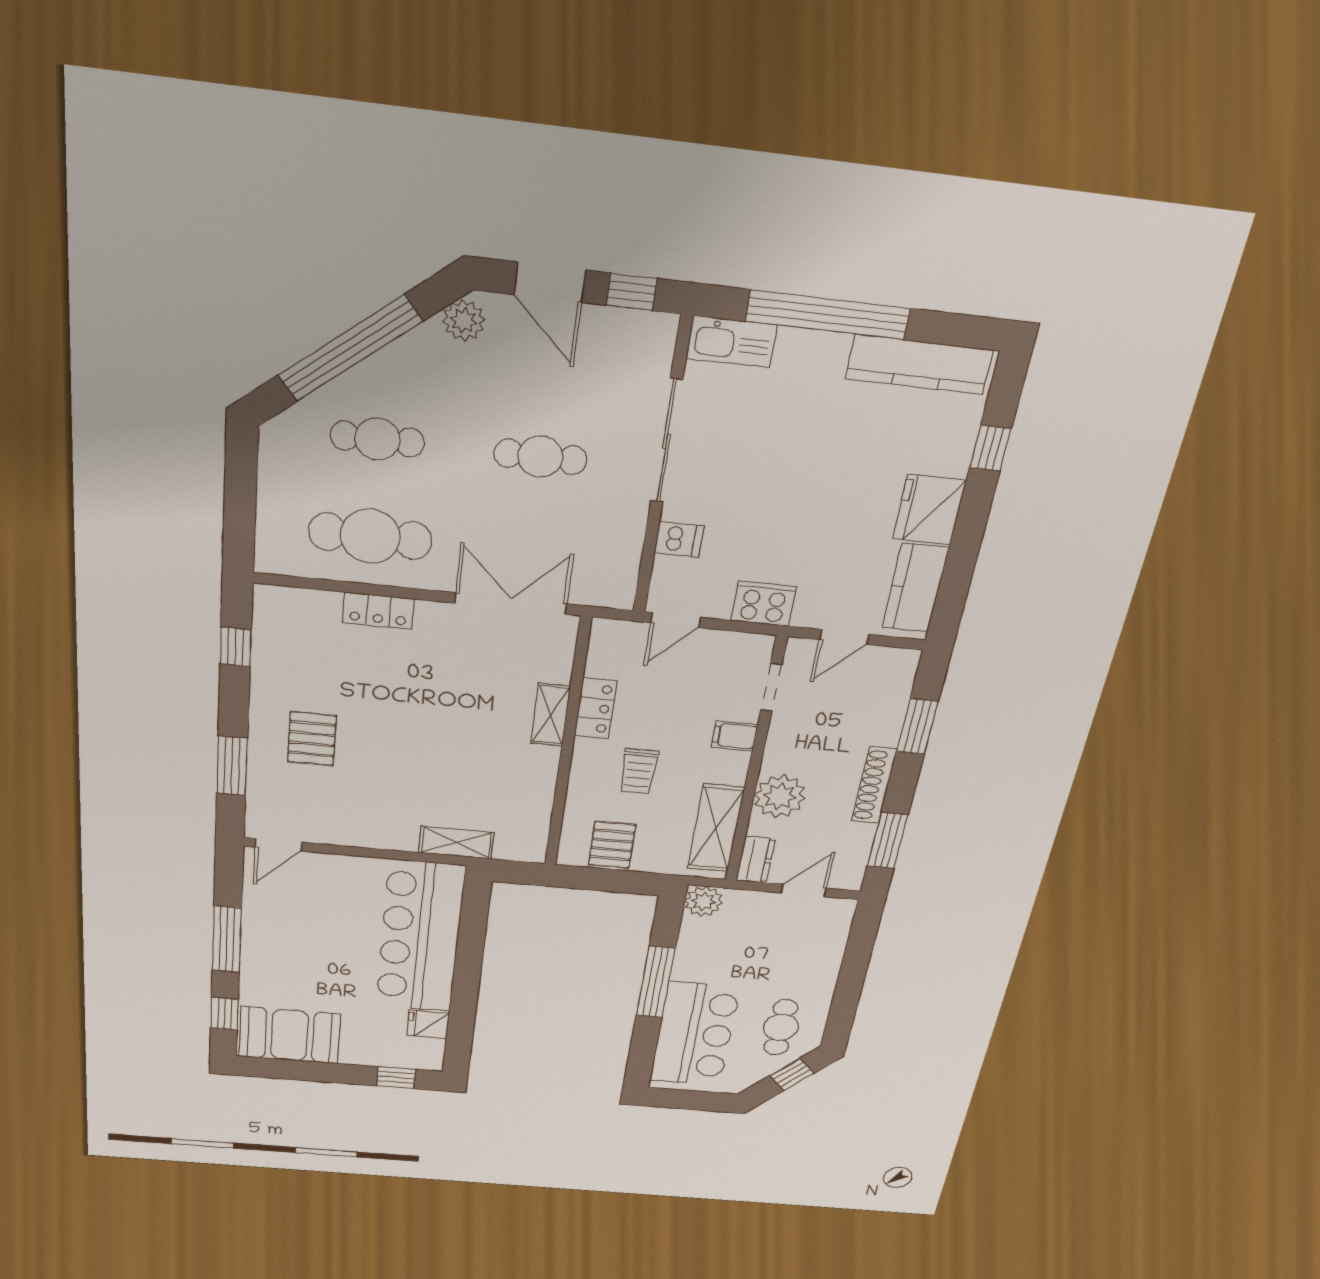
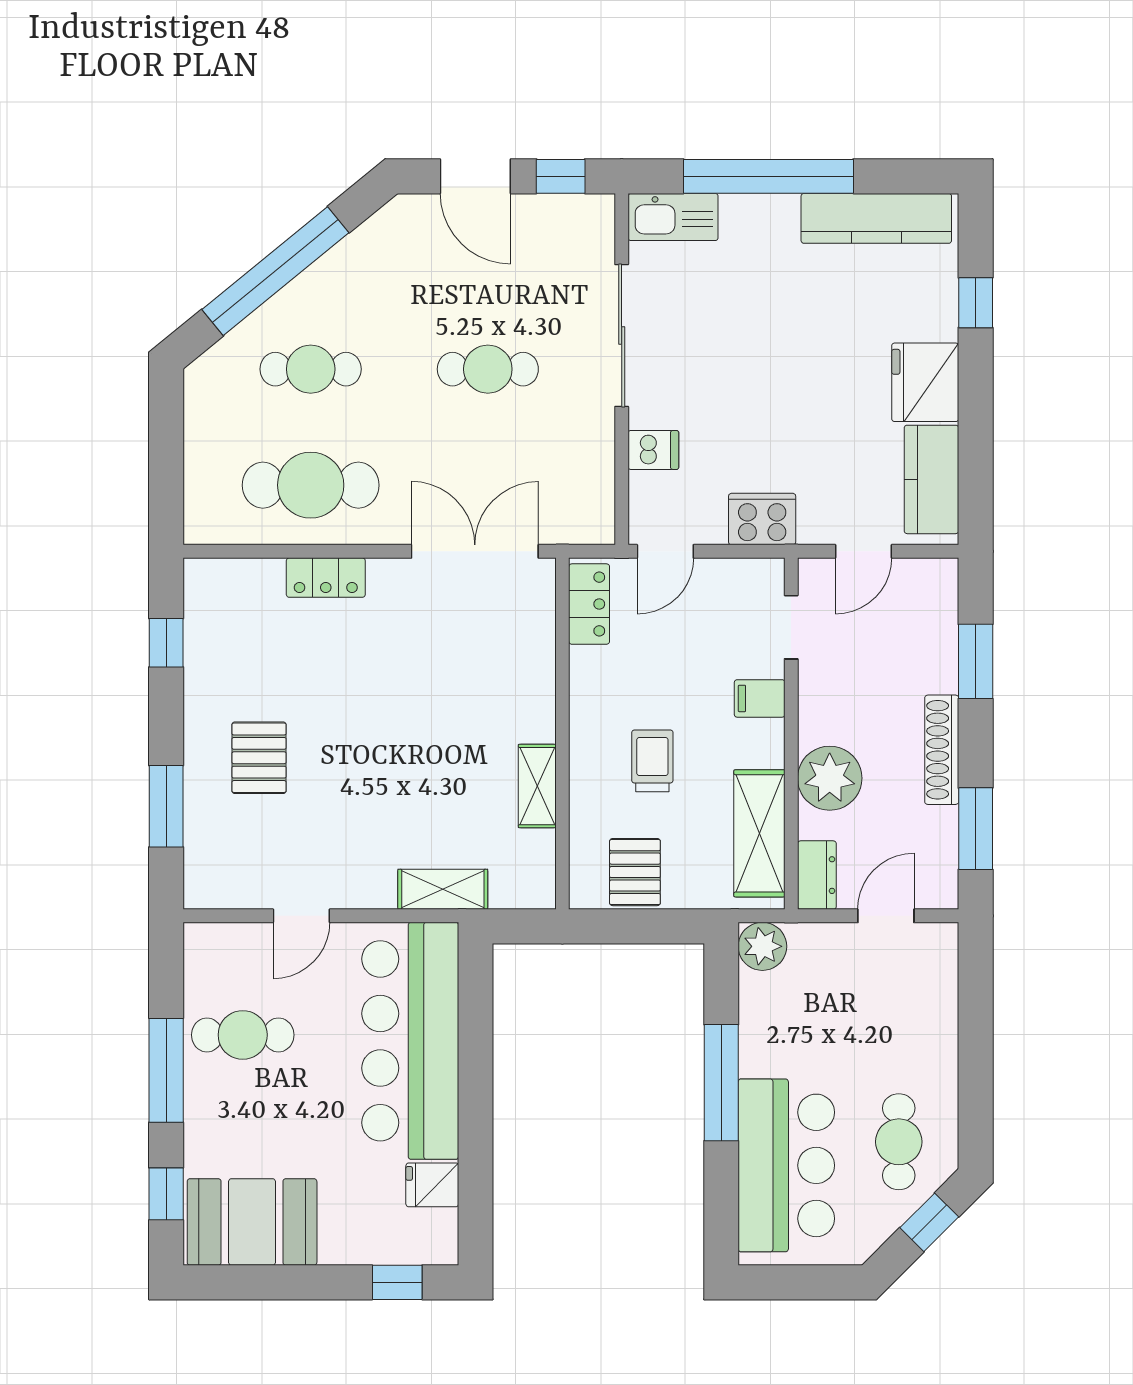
plant: (464, 321) -> (391, 227), removed
locker: (596, 708) -> (589, 604), moved
shelving: (551, 715) -> (537, 786), moved
trolley: (639, 771) -> (652, 761), turned 180
door: (278, 845) -> (301, 916), moved
cafe table: (288, 922) -> (243, 1035), added

